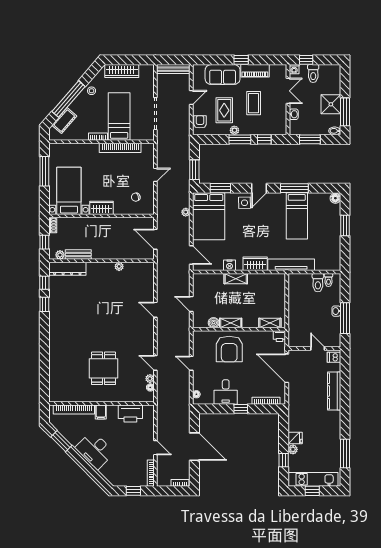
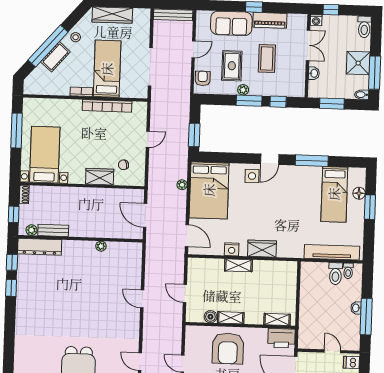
toilet: (313, 74) -> (364, 27), moved
cot: (64, 121) -> (55, 57), moved
window: (220, 188) -> (224, 158), removed
floor lamp: (335, 198) -> (359, 193), moved
wardrobe: (101, 208) -> (100, 177), moved
bed: (297, 216) -> (334, 194), moved
tv unit: (291, 265) -> (332, 252), moved
printer: (279, 336) -> (281, 338), width x1.87, depth x1.48

